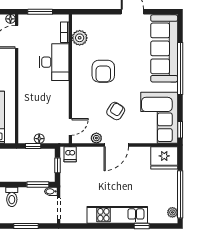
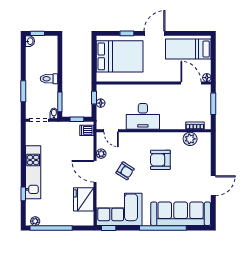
desk: (54, 62) -> (143, 116), moved
fridge: (164, 158) -> (84, 199), moved

